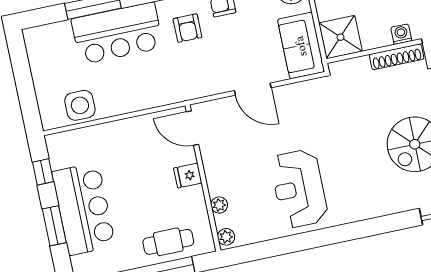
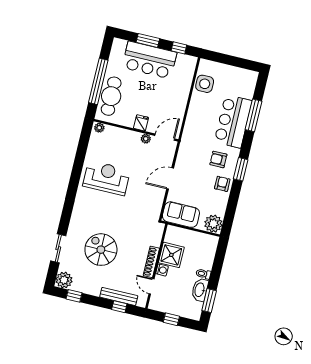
shower: (340, 37) -> (171, 255), moved
plant: (219, 205) -> (146, 139), moved
cafe table: (168, 242) -> (111, 96), width x1.37, depth x1.35

